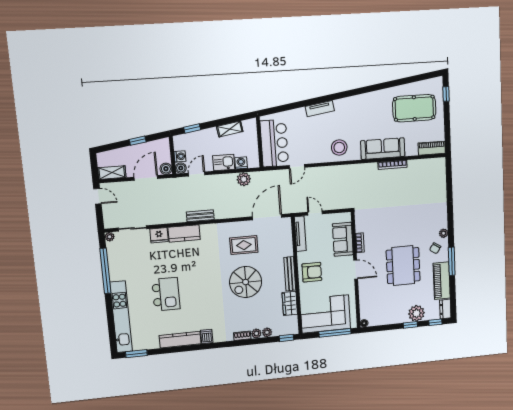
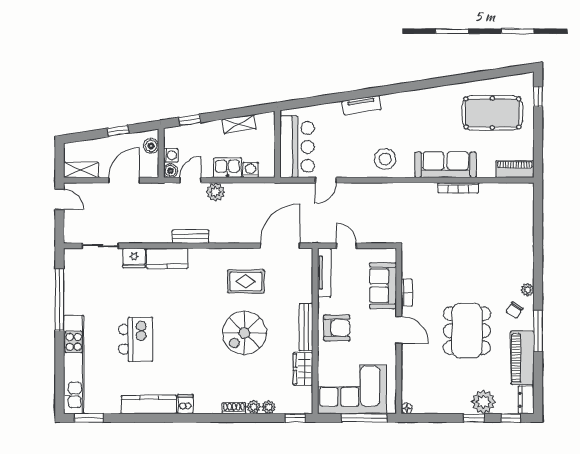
boiler: (166, 169) -> (151, 146), moved
plant: (244, 179) -> (215, 192), moved
plant: (110, 237) -> (70, 254), removed

